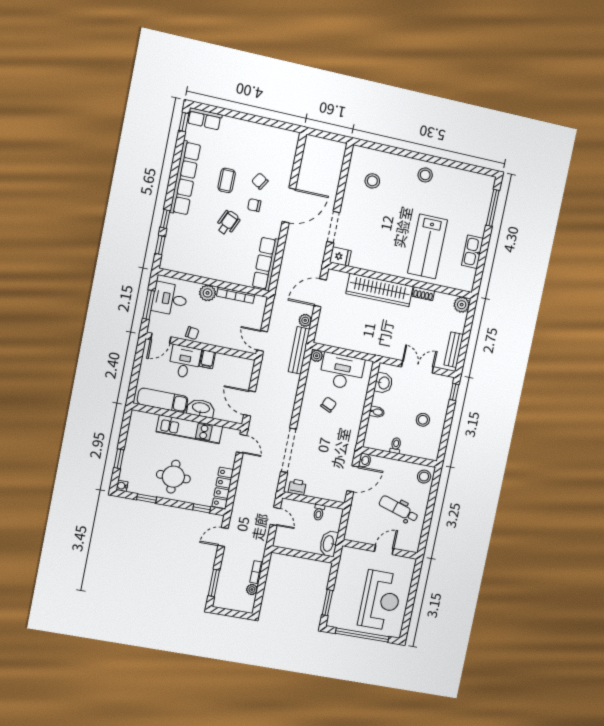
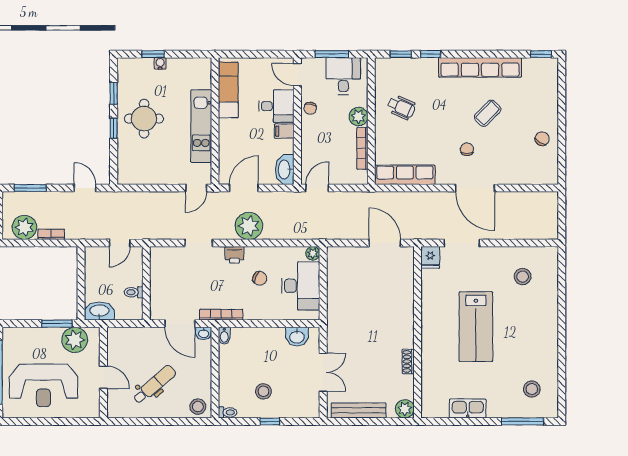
row of seats: (205, 119) -> (549, 76), removed
stool: (425, 175) -> (532, 389), moved
coffee table: (227, 180) -> (488, 113), turned -45
chair: (260, 181) -> (542, 139), moved
wheelchair: (228, 223) -> (401, 107), moved
lab bench: (428, 246) -> (476, 327), moved, turned -90
wardrobe: (380, 290) -> (402, 310), removed
plant: (305, 320) -> (249, 226), moved, width x1.87, depth x1.87
bench: (299, 350) -> (315, 232), removed
bench: (454, 350) -> (359, 410), width x1.36
window: (454, 392) -> (270, 422), moved
washbasin: (201, 408) -> (285, 169), moved, turned 180
bidet: (377, 412) -> (224, 336), moved
bookcase: (352, 443) -> (221, 315), added
toilet: (396, 446) -> (228, 412), moved
doorway: (289, 450) -> (199, 243), width x0.53
water cooler: (122, 486) -> (160, 63), moved
printer: (297, 487) -> (235, 255), moved, turned 90
locker: (223, 488) -> (141, 177), removed
window: (202, 508) -> (114, 128), moved
dental chair: (399, 509) -> (154, 385), turned 32
plant: (348, 568) -> (75, 340), added
plant: (252, 589) -> (24, 227), width x1.88, depth x1.88
window: (327, 603) -> (57, 324), moved

